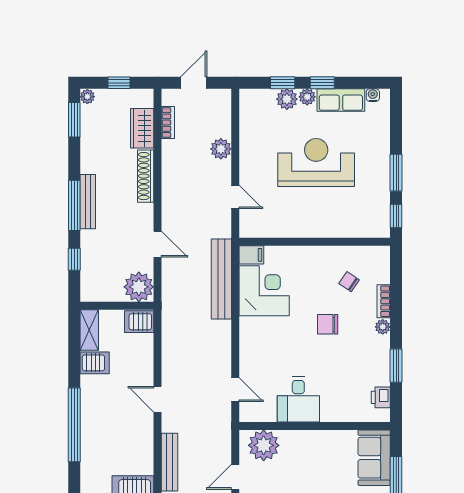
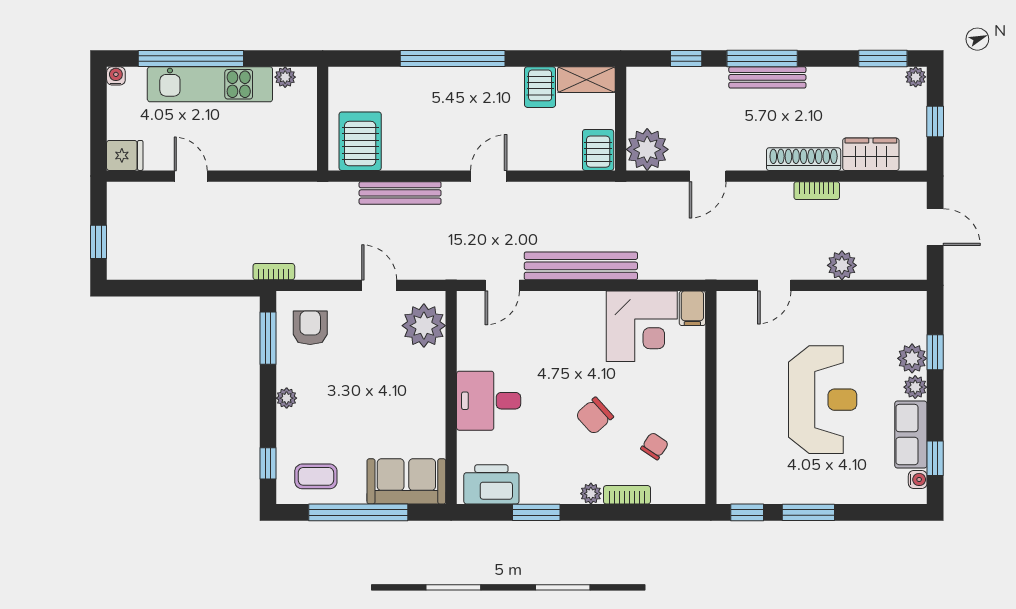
window: (322, 83) -> (935, 458), moved
bookcase: (168, 123) -> (817, 191), moved
bench: (221, 279) -> (581, 266), moved
chair: (328, 324) -> (595, 416), turned -132
printer: (381, 397) -> (491, 484), width x1.87, depth x1.48
desk: (298, 399) -> (489, 401), moved

